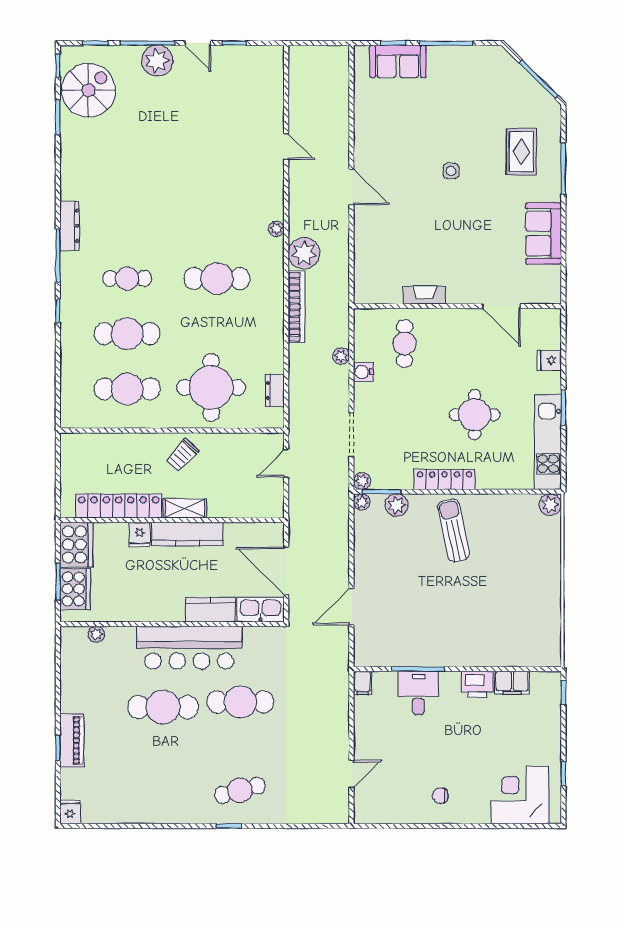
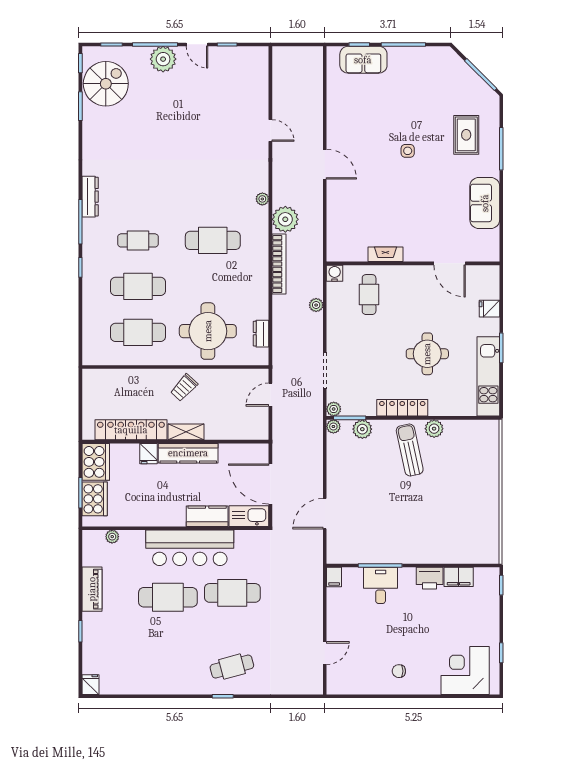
water cooler: (363, 372) -> (335, 273), moved, turned 90
plant: (550, 505) -> (434, 429), moved
piano: (72, 740) -> (92, 589), moved

